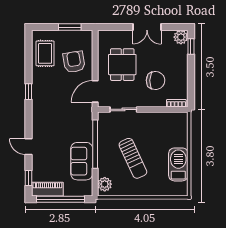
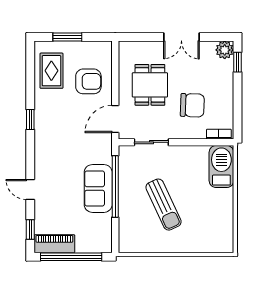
window: (70, 27) -> (67, 37), moved
armchair: (74, 62) -> (88, 81), turned 99
sofa: (82, 161) -> (98, 188), moved
barbecue: (178, 164) -> (221, 167), moved
plant: (105, 184) -> (127, 237), removed

